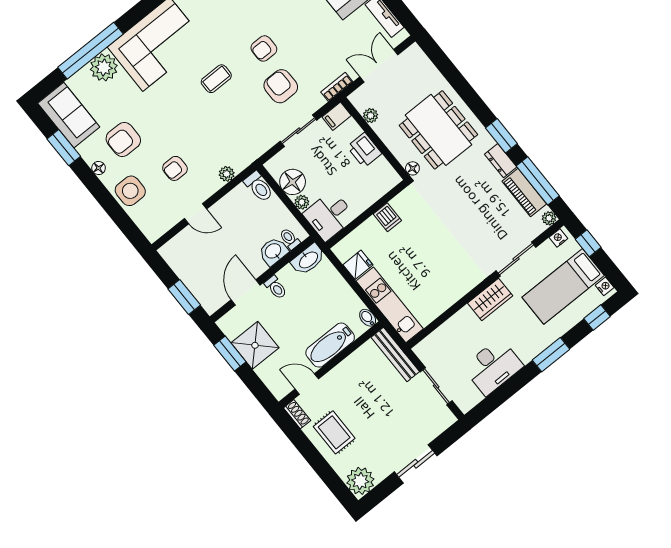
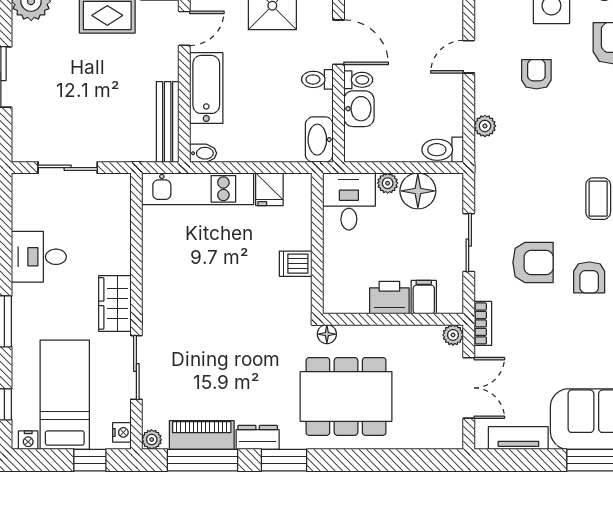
armchair: (264, 48) -> (589, 277), turned 180
filing cabinet: (337, 116) -> (424, 297), moved
plant: (371, 116) -> (453, 335), moved
toilet: (290, 239) -> (358, 80), moved
bench: (395, 354) -> (168, 122), moved, turned 90
desk: (493, 367) -> (39, 257), width x0.73

